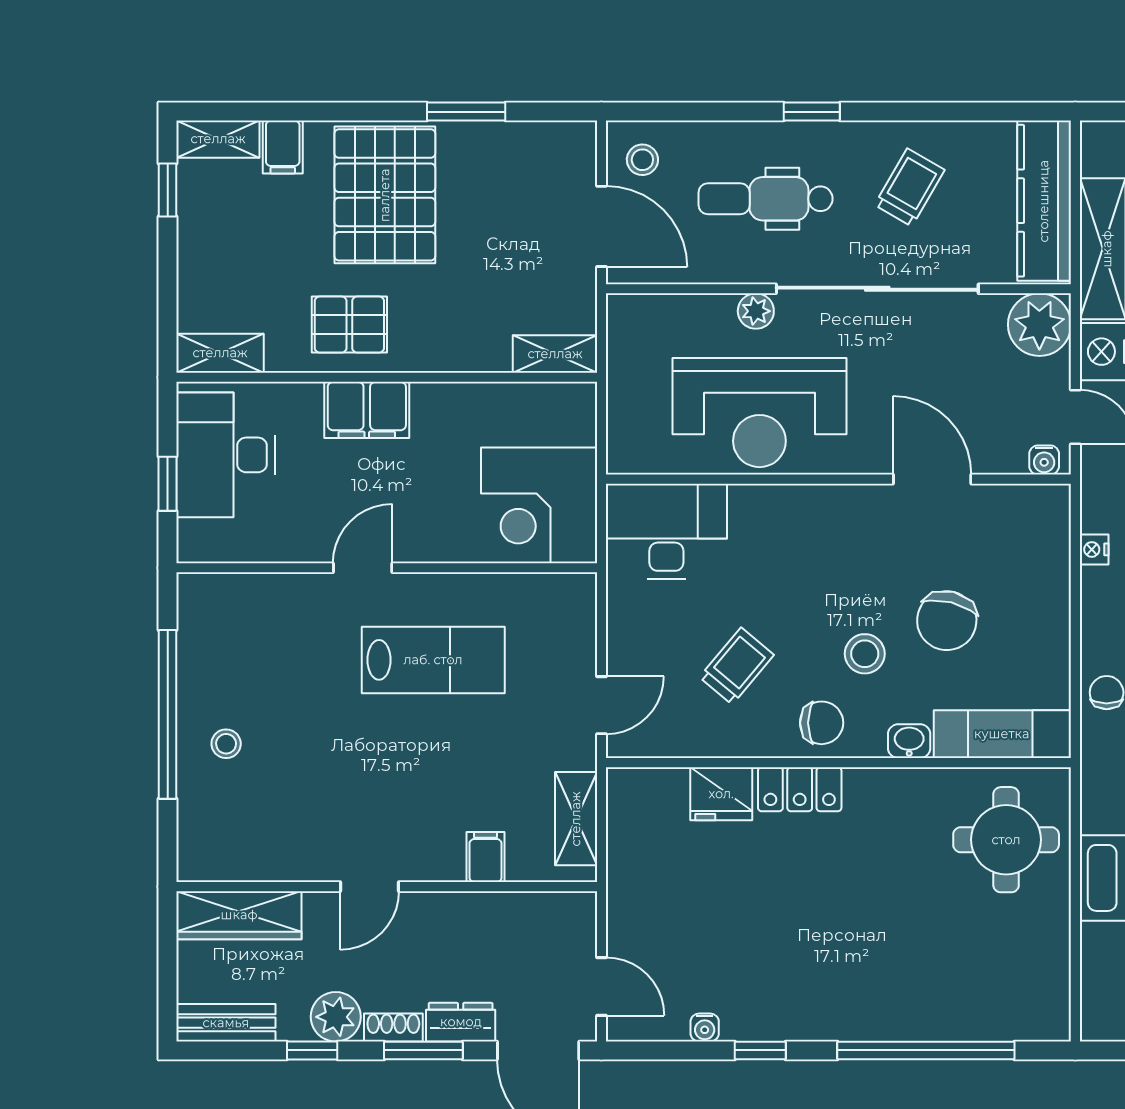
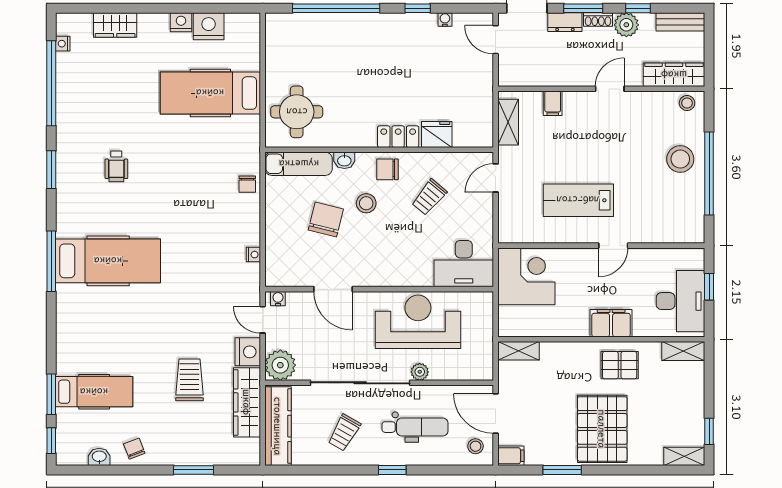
filing cabinet: (283, 147) -> (511, 456), moved, turned 90
stool: (226, 744) -> (680, 159), width x1.89, depth x1.89
stool: (212, 858) -> (687, 103), added

